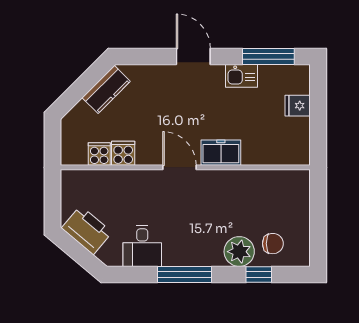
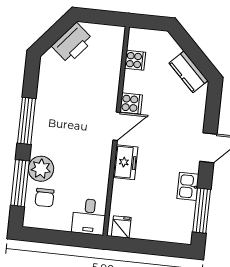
fridge: (298, 106) -> (121, 227), moved
cooker: (123, 153) -> (131, 103), moved
desk: (142, 246) -> (89, 217), moved, turned -90
window: (259, 275) -> (20, 183), width x2.17

